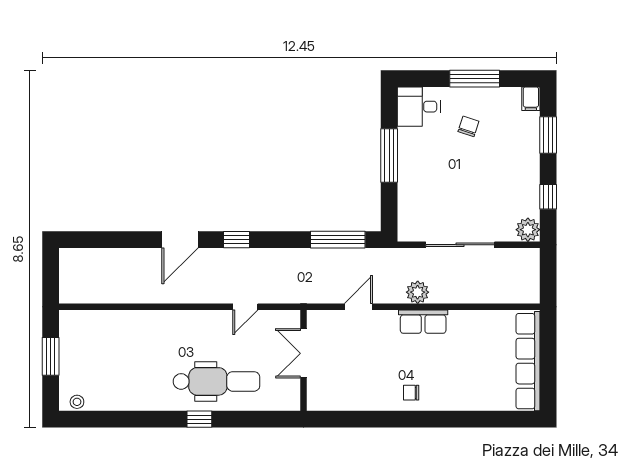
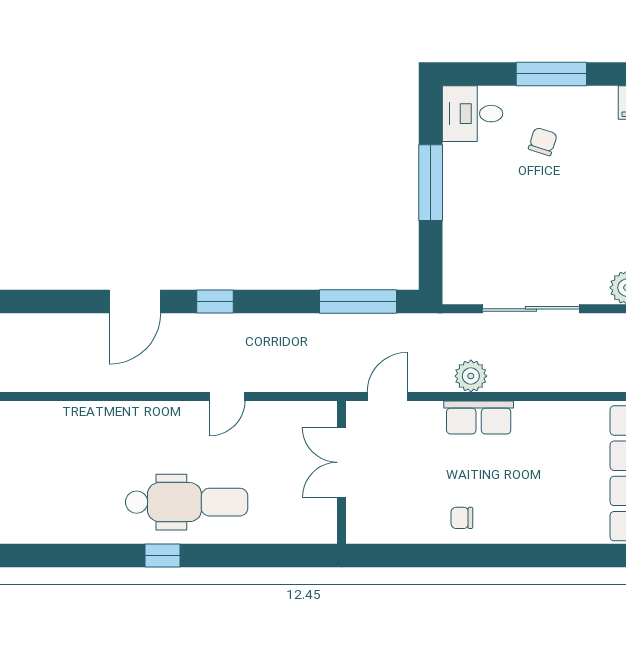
double door: (303, 353) -> (342, 462), moved
wall: (303, 360) -> (342, 472), moved

